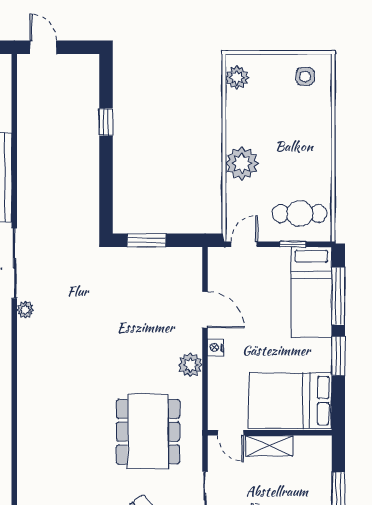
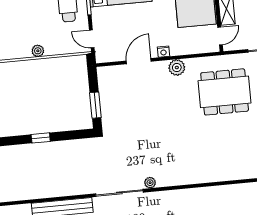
window: (106, 122) -> (41, 138), moved
plant: (242, 163) -> (38, 51), width x0.53, depth x0.53

